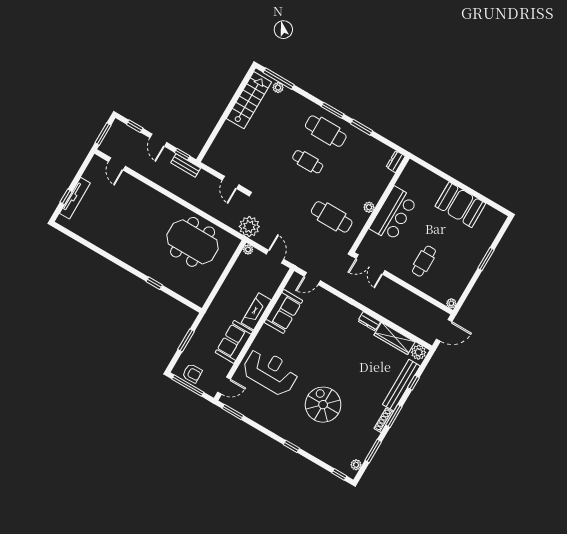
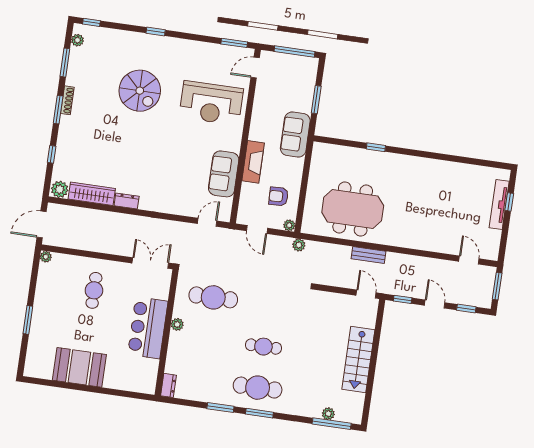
stairs: (249, 100) -> (358, 360), moved
bench: (186, 165) -> (369, 255), moved
door: (231, 182) -> (366, 294), moved
plant: (249, 227) -> (299, 245), width x0.53, depth x0.53
sofa: (234, 342) -> (295, 135), moved, turned 180
armchair: (192, 373) -> (279, 196), moved
bench: (401, 385) -> (64, 146), removed

